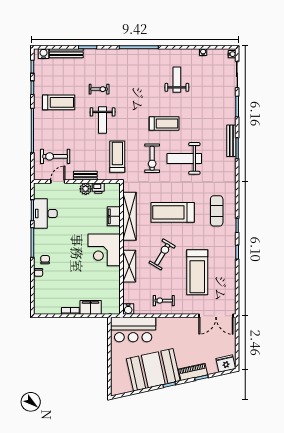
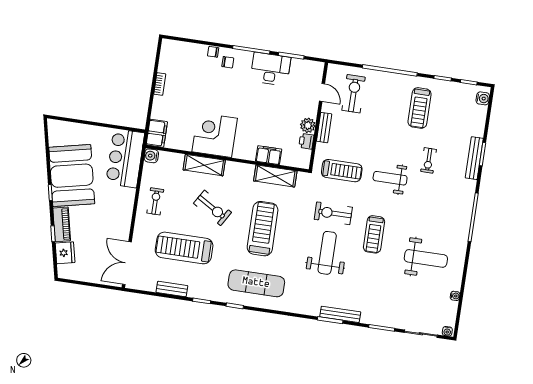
bench: (66, 53) -> (474, 158), moved
weight bench: (177, 80) -> (426, 258), width x1.36, depth x1.33
weight bench: (103, 120) -> (390, 178), moved
exercise mat: (217, 211) -> (256, 283), width x1.36, depth x1.45
desk: (45, 213) -> (270, 69), moved
shelving: (129, 216) -> (275, 176), width x0.68
corner desk: (104, 250) -> (215, 135), moved
bench: (231, 277) -> (172, 289), added
filing cabinet: (91, 307) -> (157, 133), moved
fridge: (226, 364) -> (65, 253), moved

